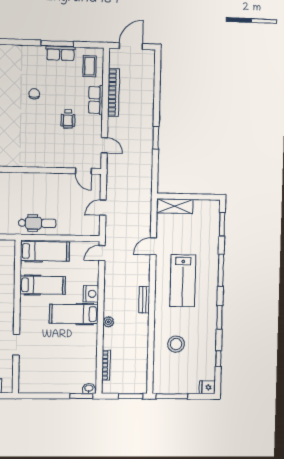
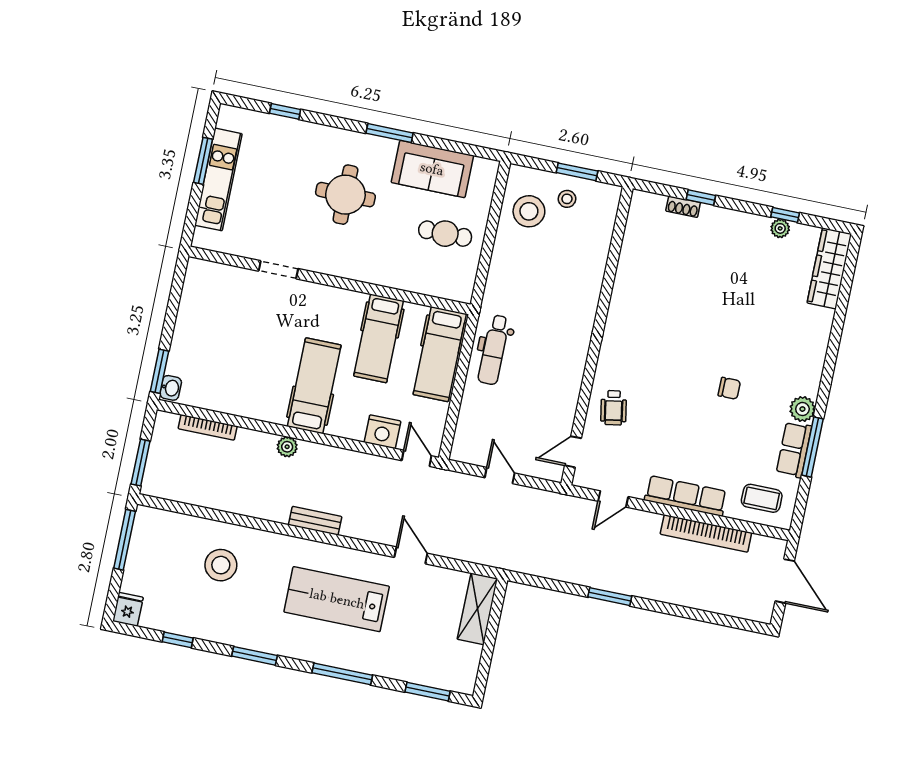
plant: (38, 52) -> (802, 409), added
row of seats: (96, 100) -> (686, 496), width x1.48
wheelchair: (68, 119) -> (614, 408), moved, turned -100
nightstand: (91, 294) -> (382, 432), moved

